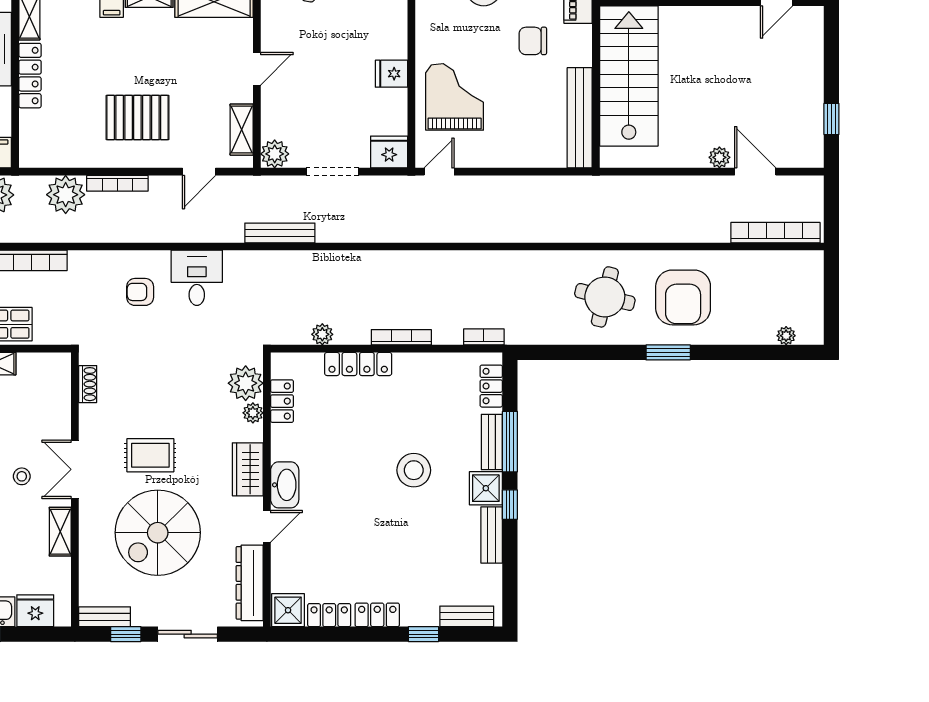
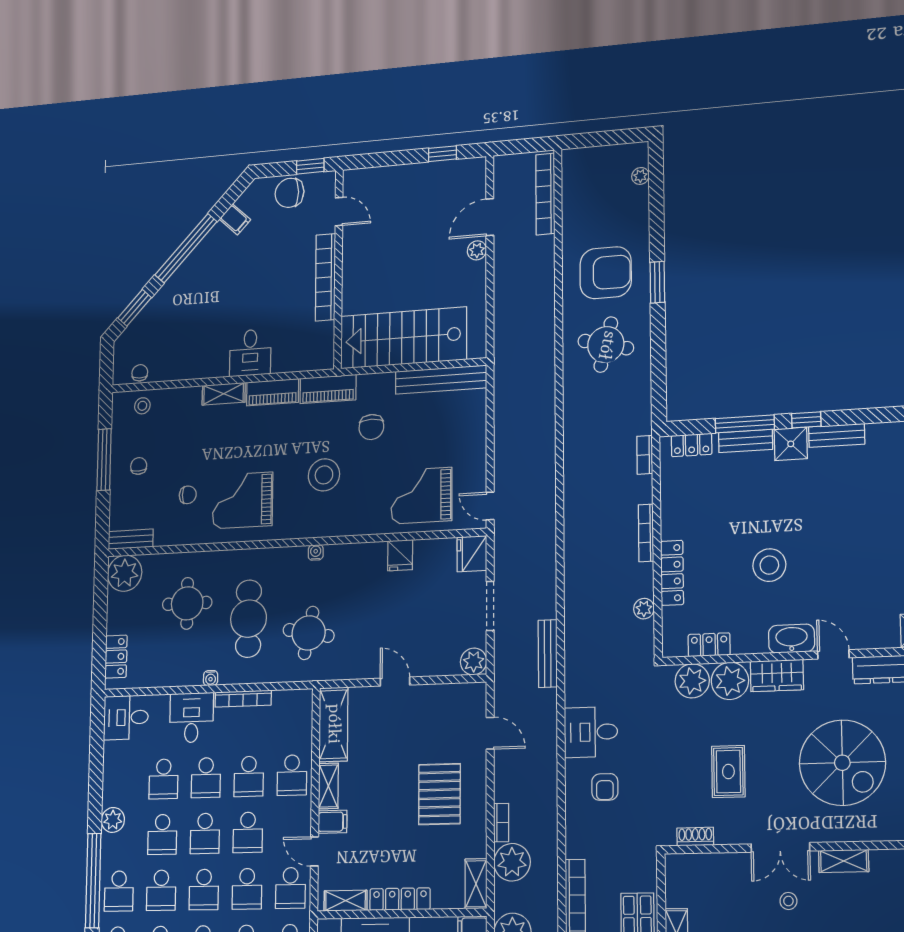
shelving: (242, 130) -> (476, 884), moved, turned 90
bookcase: (117, 183) -> (501, 823), width x0.64
plant: (253, 413) -> (730, 681), width x1.88, depth x1.88
rug: (150, 455) -> (728, 771), moved
stool: (414, 470) -> (769, 565), moved

